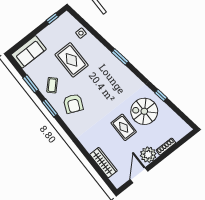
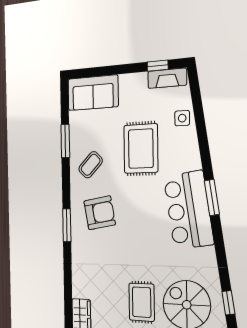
fireplace: (61, 21) -> (167, 78), added
bar counter: (114, 70) -> (189, 210), added
armchair: (73, 104) -> (100, 213), turned -124
window: (50, 108) -> (67, 225), moved

